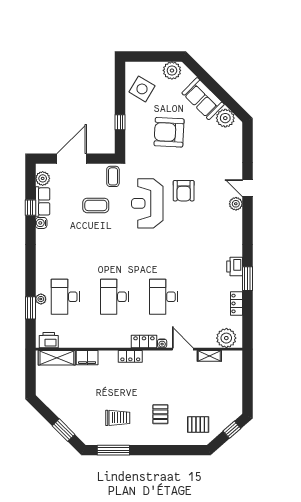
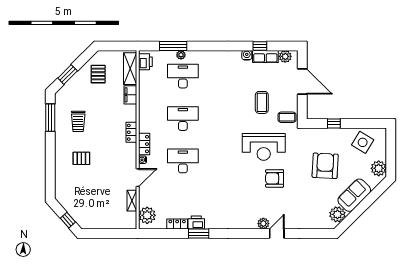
reception desk: (147, 203) -> (264, 147), turned 180
printer: (235, 267) -> (196, 223), moved
window: (30, 308) -> (173, 46), width x1.44
pallet: (198, 424) -> (98, 74), moved

